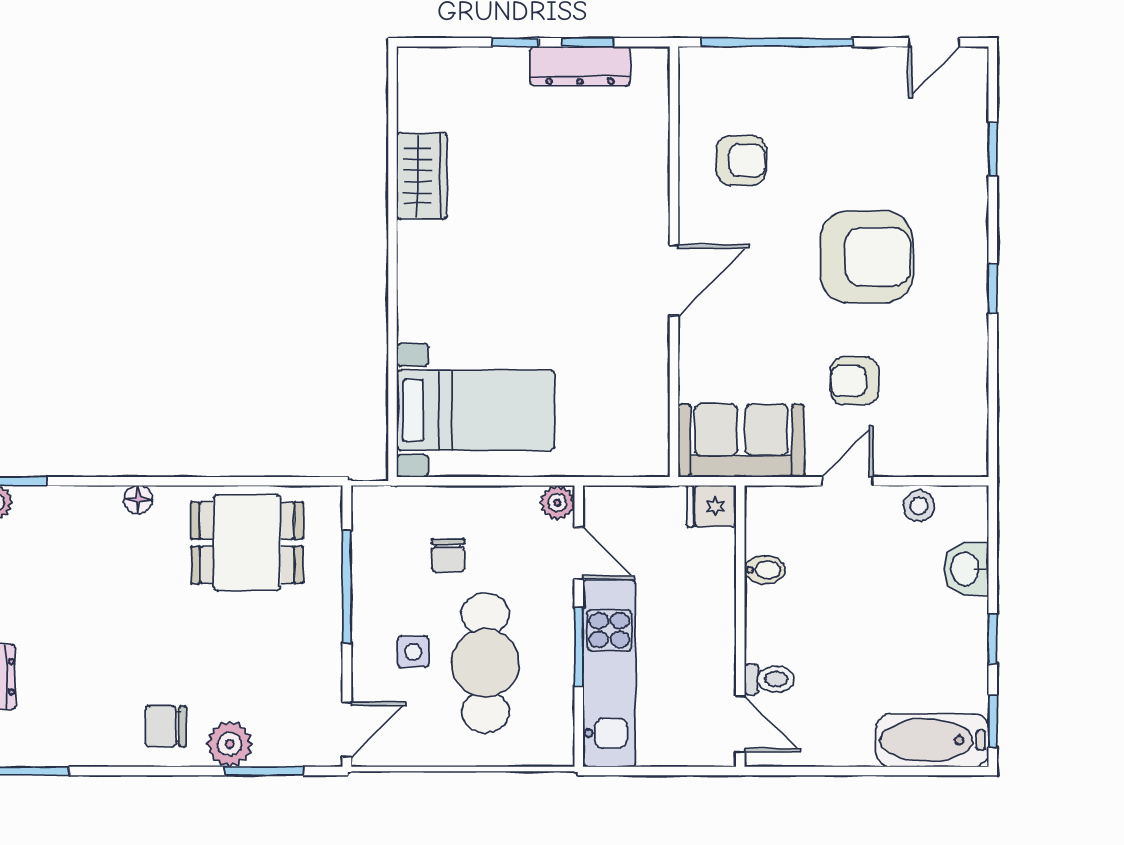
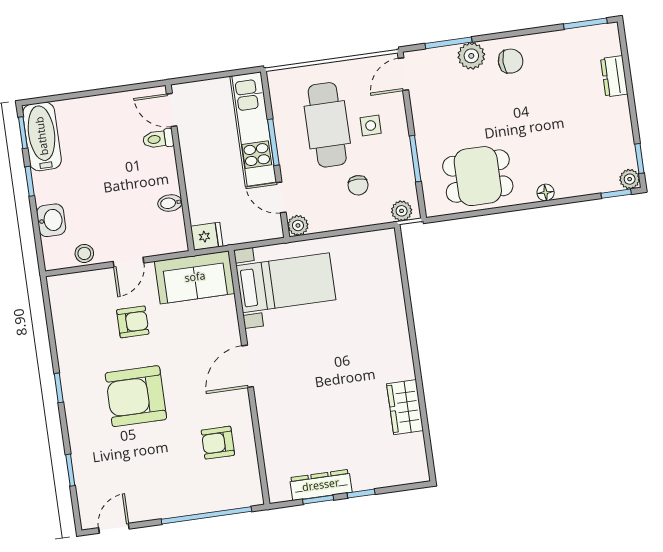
bed with nightstands: (476, 410) -> (286, 283), moved, turned 180
plant: (382, 503) -> (402, 211), added
chair: (448, 555) -> (358, 185), turned 180
window: (347, 586) -> (415, 159), width x0.69
bathtub: (932, 740) -> (42, 136), moved, turned -90

